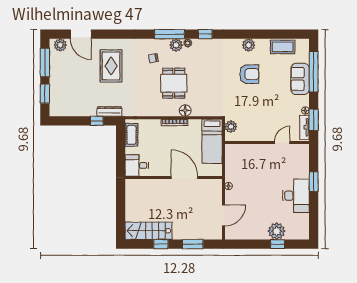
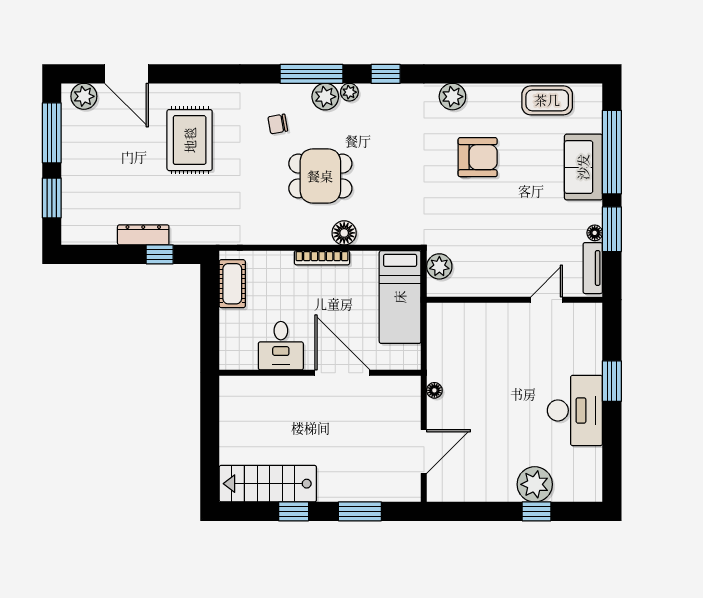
plant: (249, 45) -> (452, 97), moved
dining table: (174, 83) -> (320, 176), turned 90
dresser: (109, 111) -> (143, 235), moved
window: (314, 120) -> (612, 229), moved
desk: (137, 165) -> (281, 346), moved, turned -90

